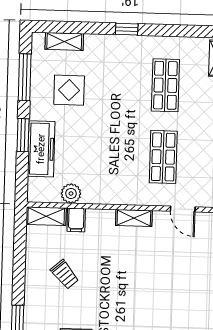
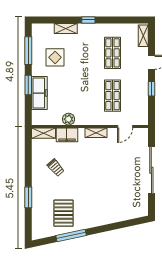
shelving: (64, 41) -> (66, 28), moved
plant: (71, 194) -> (69, 119), moved
door: (183, 209) -> (125, 126), hinge flipped
filing cabinet: (76, 220) -> (67, 135), width x2.00

